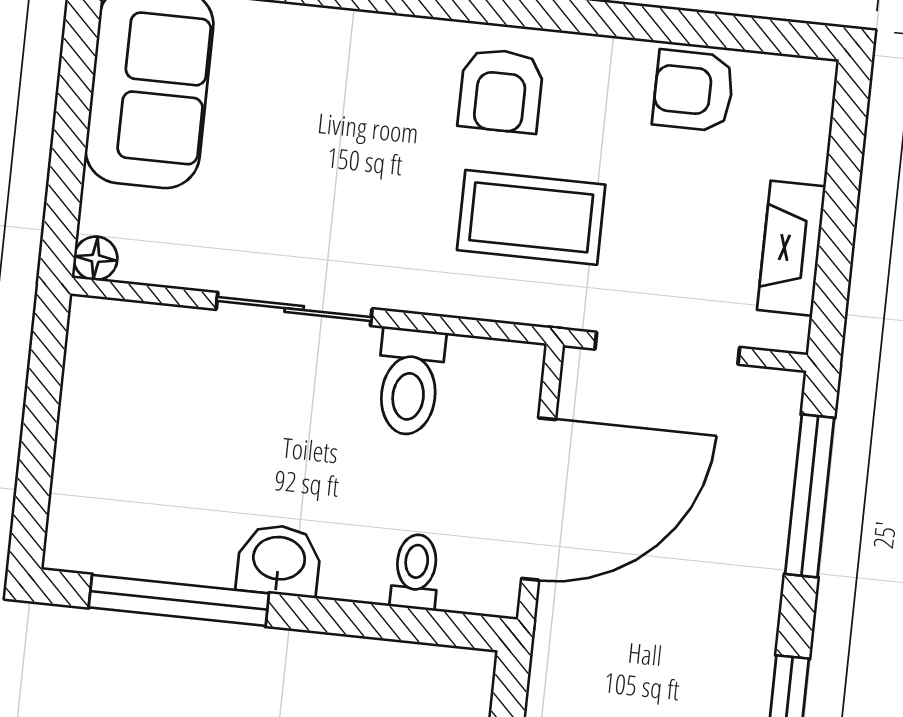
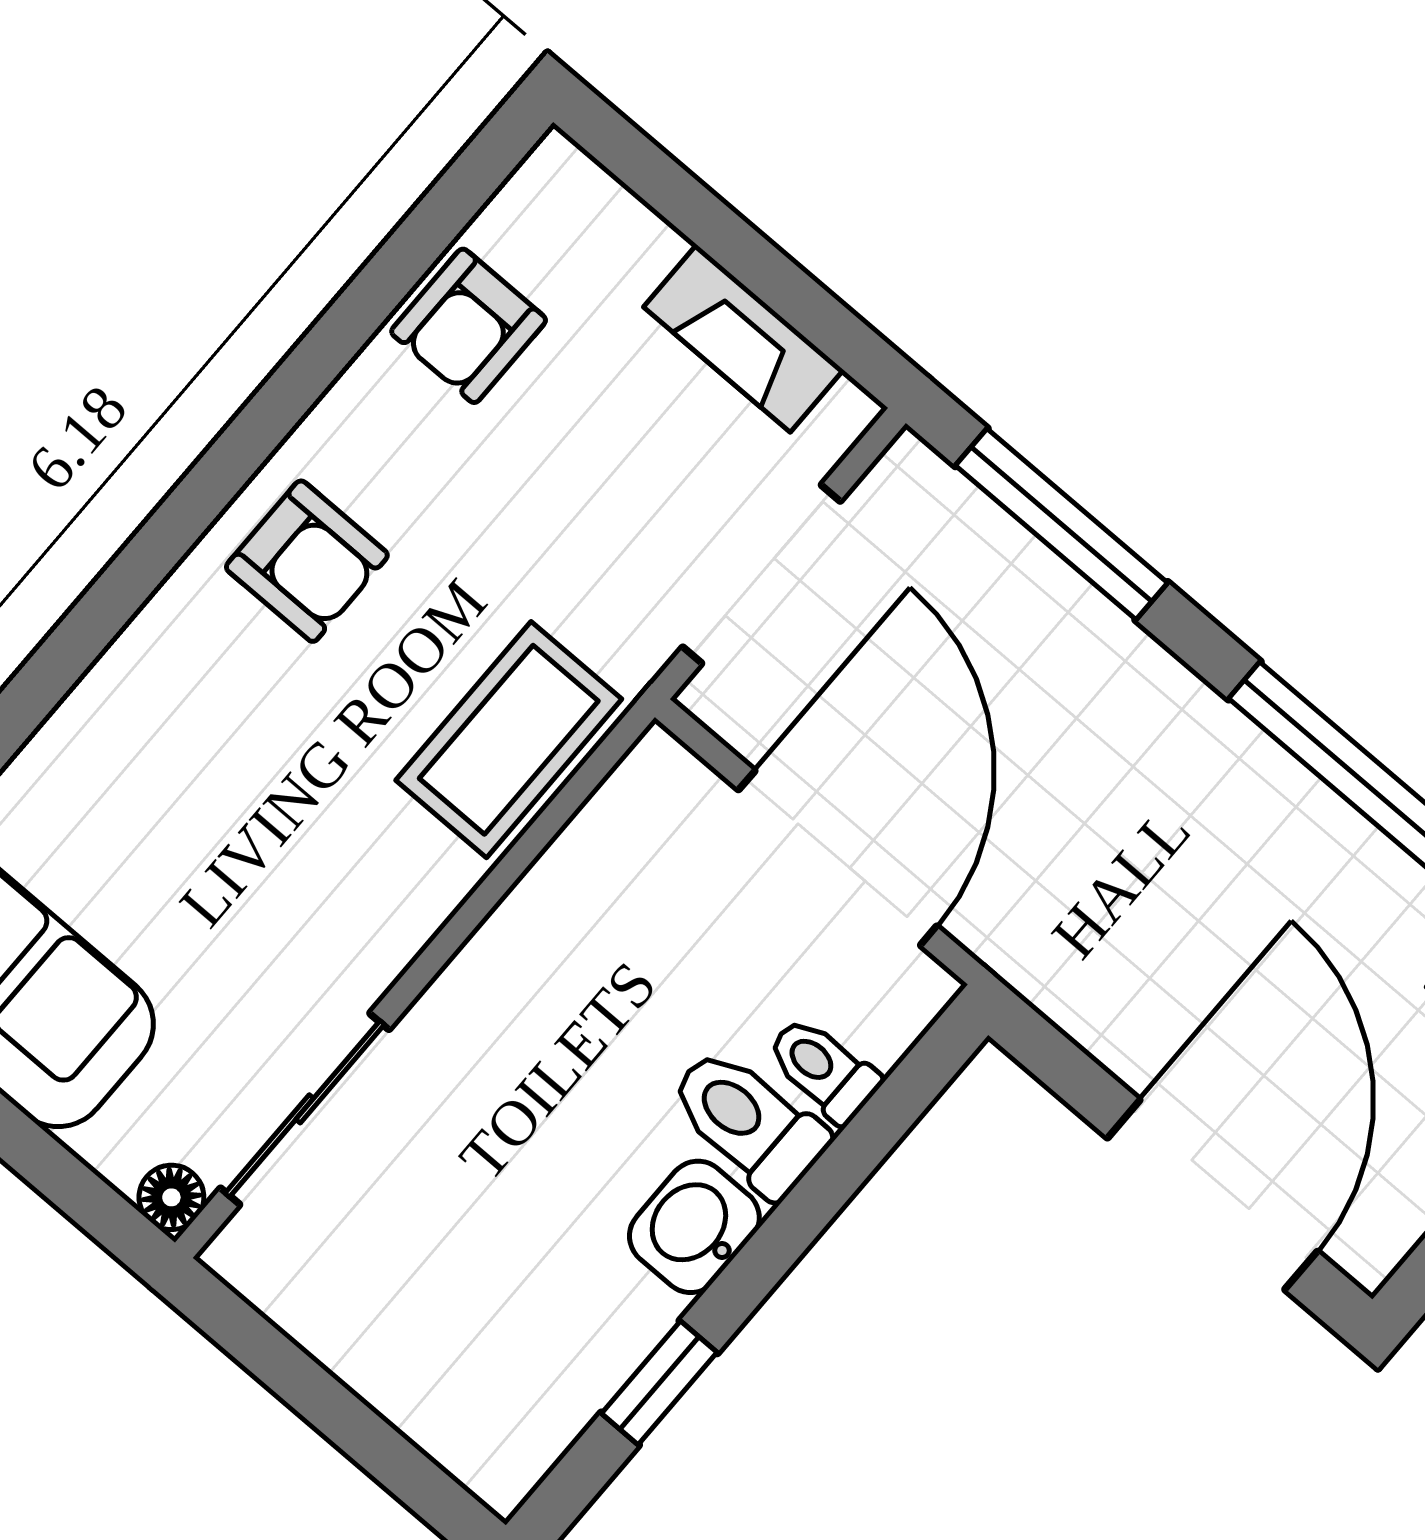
coffee table: (531, 217) -> (509, 740), moved
sliding door: (294, 309) -> (305, 1109), moved
toilet: (410, 382) -> (748, 1122), moved, turned 180
window: (179, 600) -> (659, 1383), width x0.46

